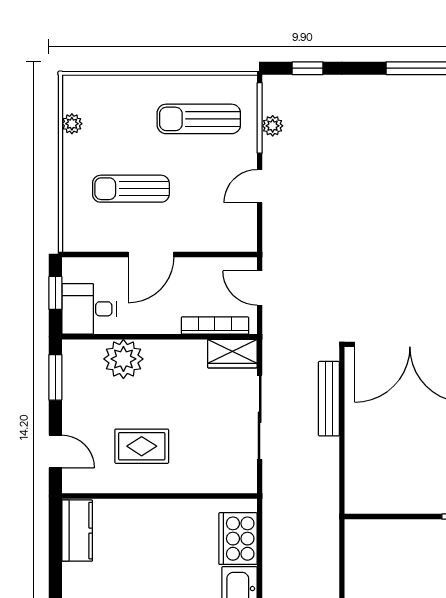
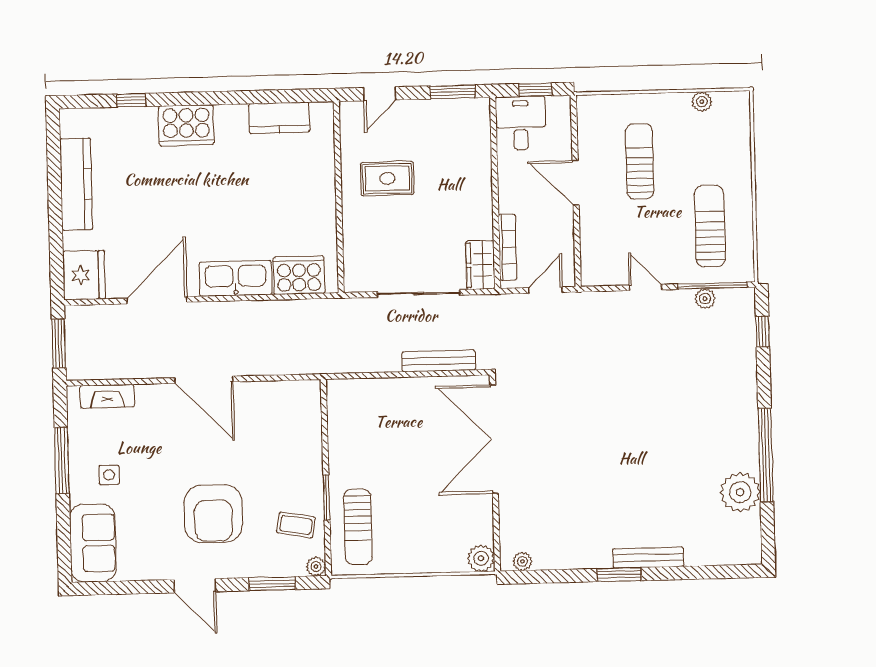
plant: (123, 359) -> (472, 158), removed
rug: (142, 446) -> (387, 178), turned 90
kitchen counter: (77, 531) -> (279, 118), moved

